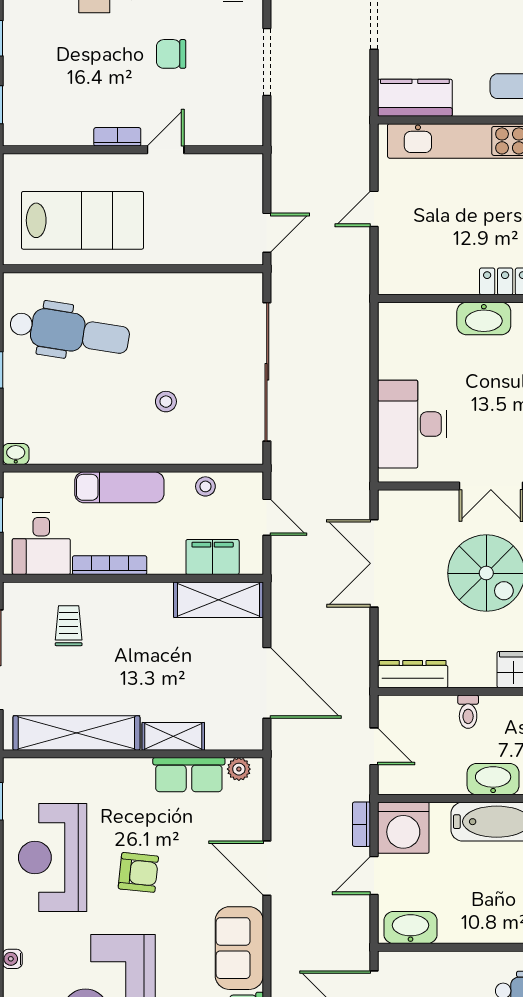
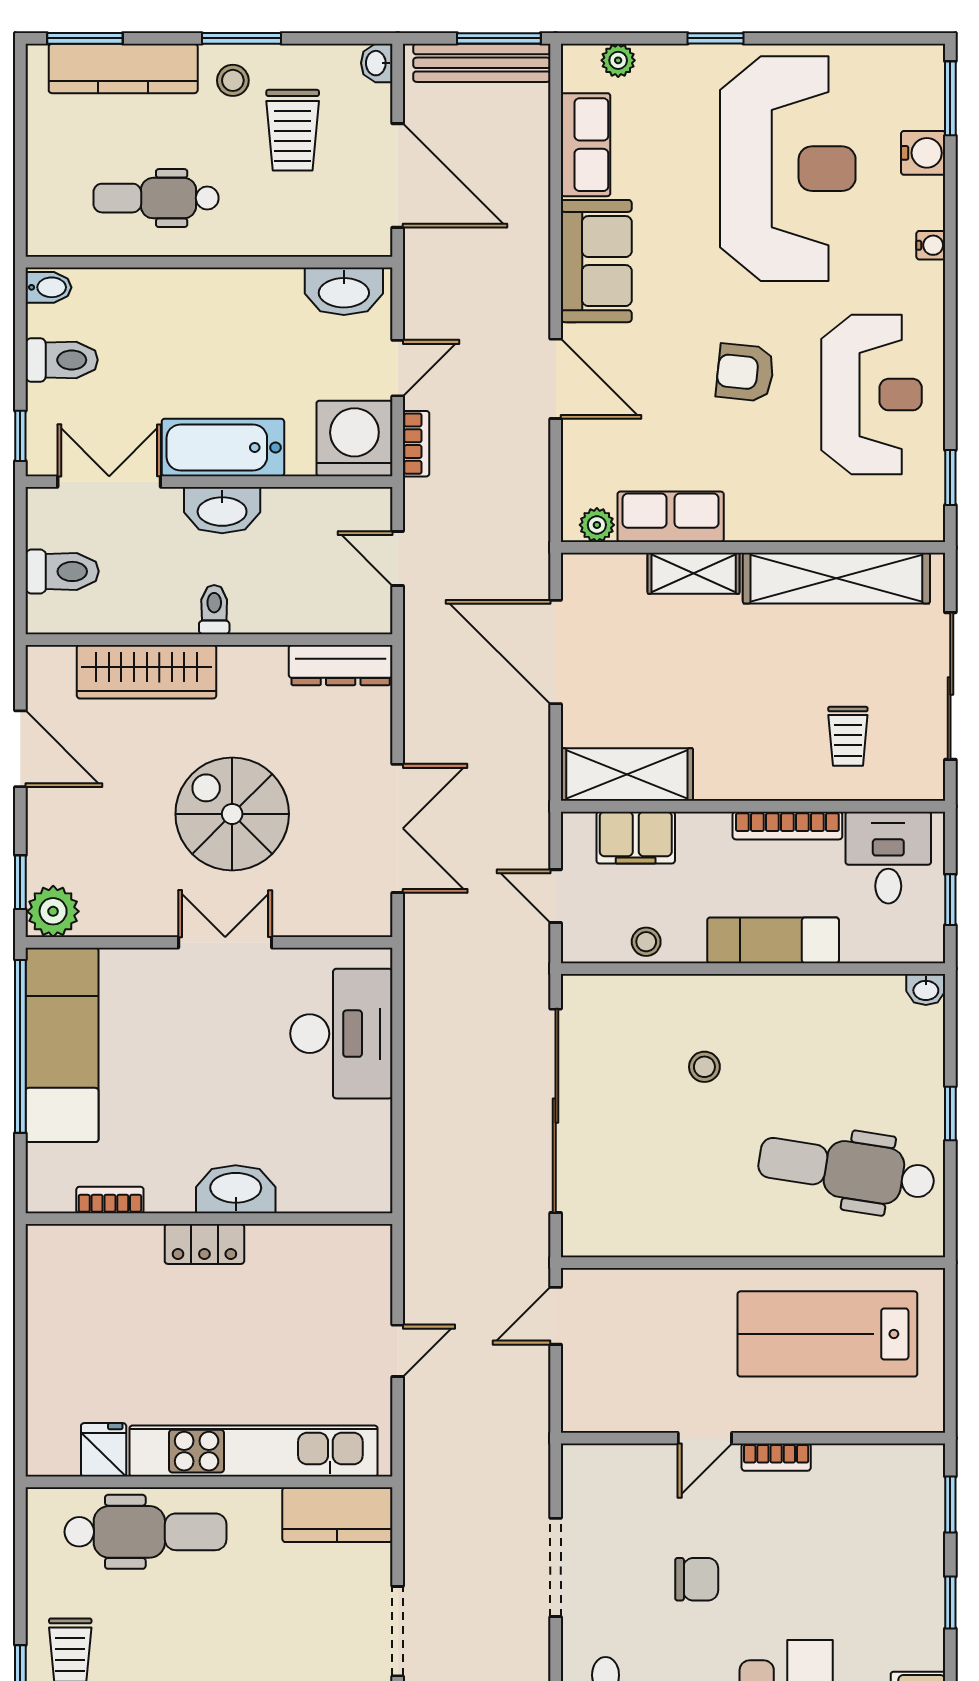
toilet: (468, 712) -> (214, 610), moved

